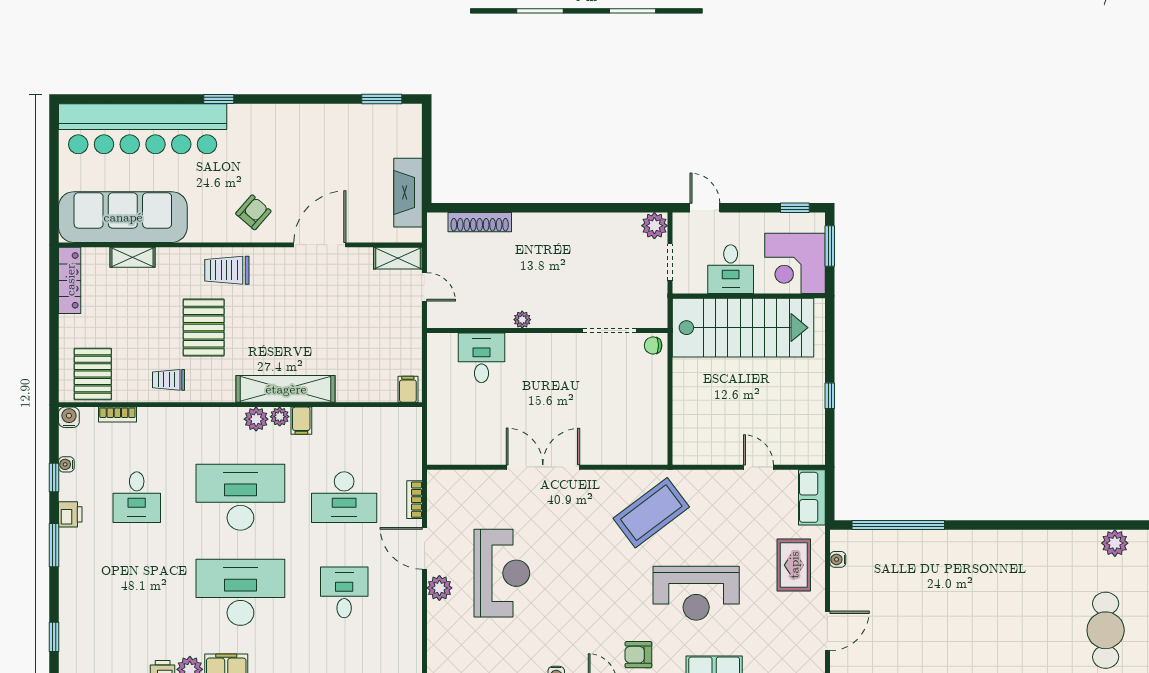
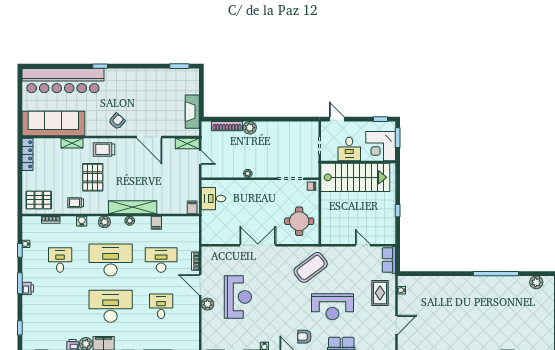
plant: (654, 226) -> (250, 128), moved
door: (320, 245) -> (149, 137), swing flipped
shelving: (133, 257) -> (72, 143), moved
desk: (482, 358) -> (213, 199), moved, turned -90
pallet: (93, 374) -> (39, 200), turned 90
water cooler: (69, 417) -> (82, 221), moved
round table: (628, 418) -> (299, 221), added
plant: (256, 419) -> (104, 222), moved
filing cabinet: (301, 421) -> (156, 223), moved
desk: (137, 497) -> (60, 260), turned 180
desk: (344, 497) -> (161, 260), turned 180
printer: (70, 514) -> (28, 288), moved
window: (898, 525) -> (496, 274), moved
cafe table: (1106, 630) -> (532, 325), removed

